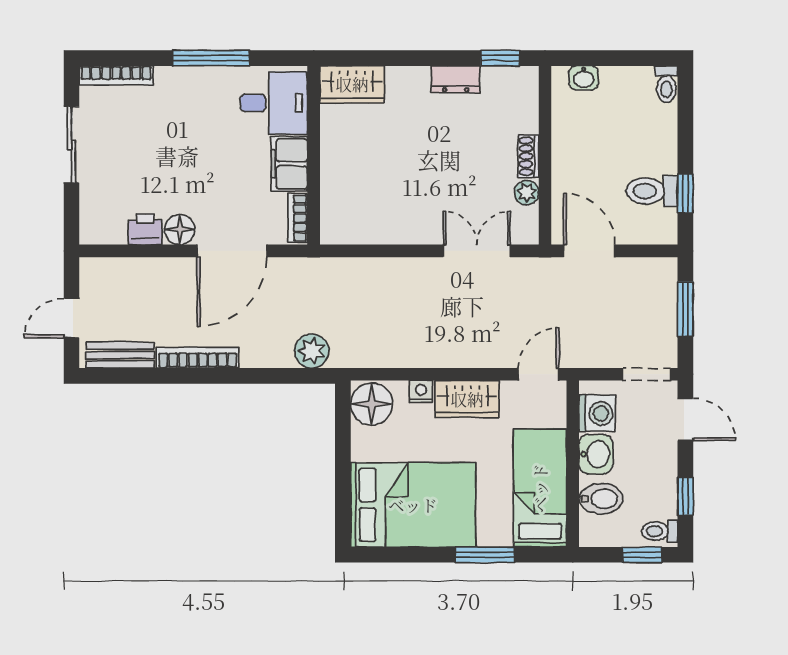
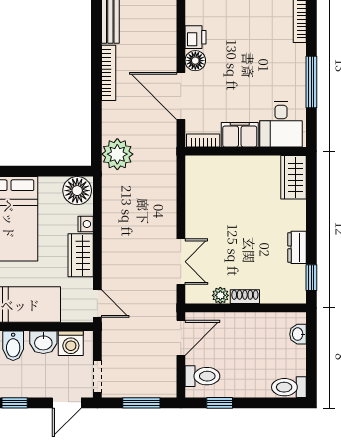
toilet: (666, 84) -> (289, 387), width x1.37, depth x1.39
toilet: (652, 191) -> (202, 376), moved, turned 90
plant: (312, 351) -> (117, 154), width x1.36, depth x1.36

